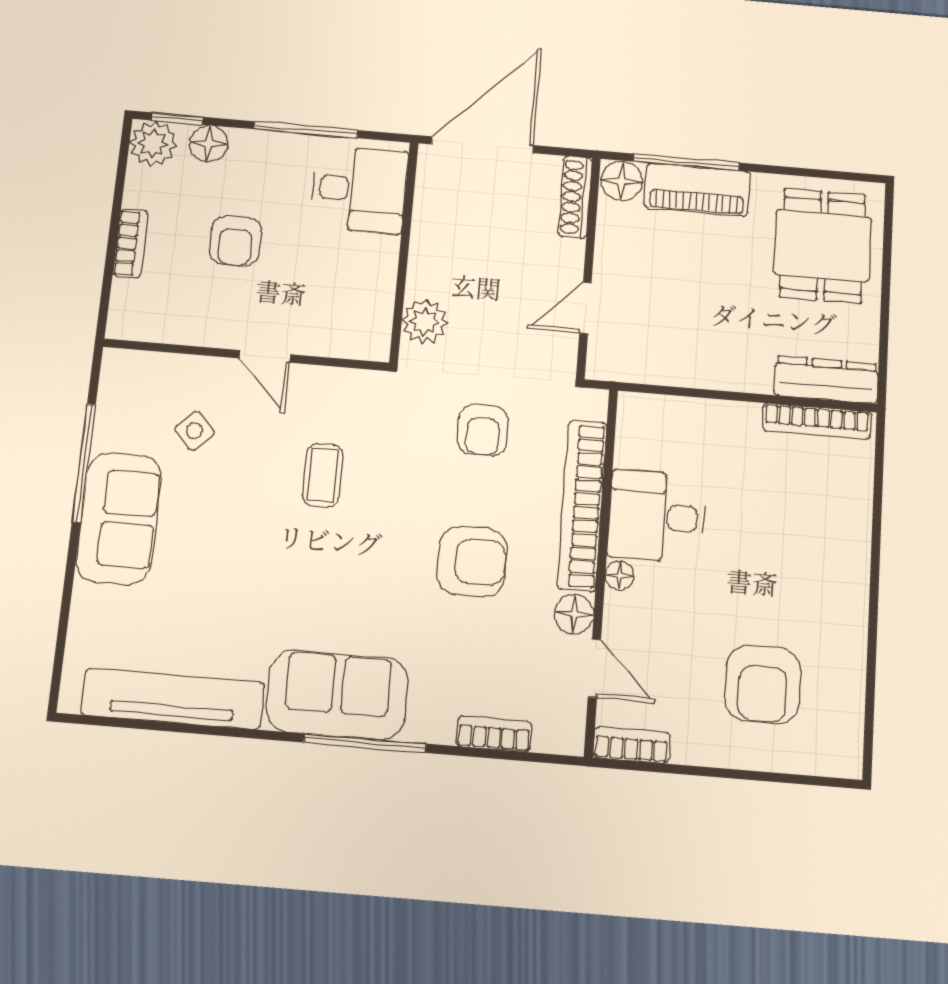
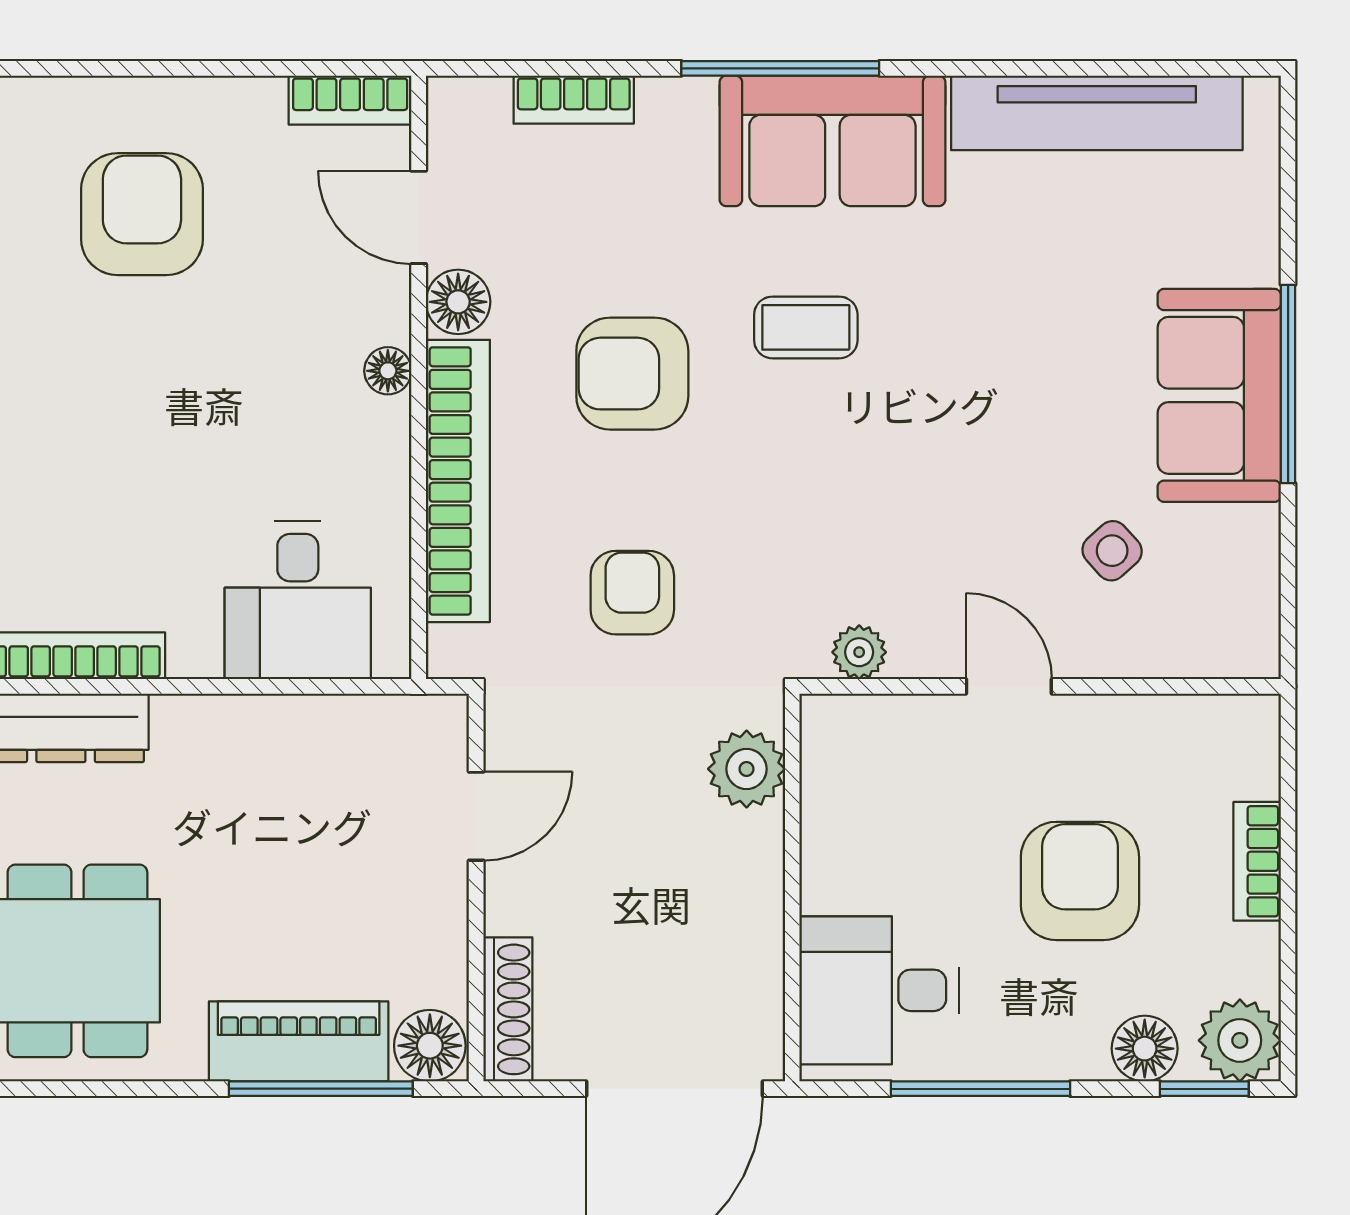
armchair: (235, 241) -> (1080, 881), width x1.38, depth x1.38
plant: (351, 384) -> (859, 652), added
window: (84, 463) -> (1288, 384), moved
coffee table: (323, 475) -> (806, 327), moved, turned 90
desk: (657, 516) -> (298, 600), moved, turned 90

